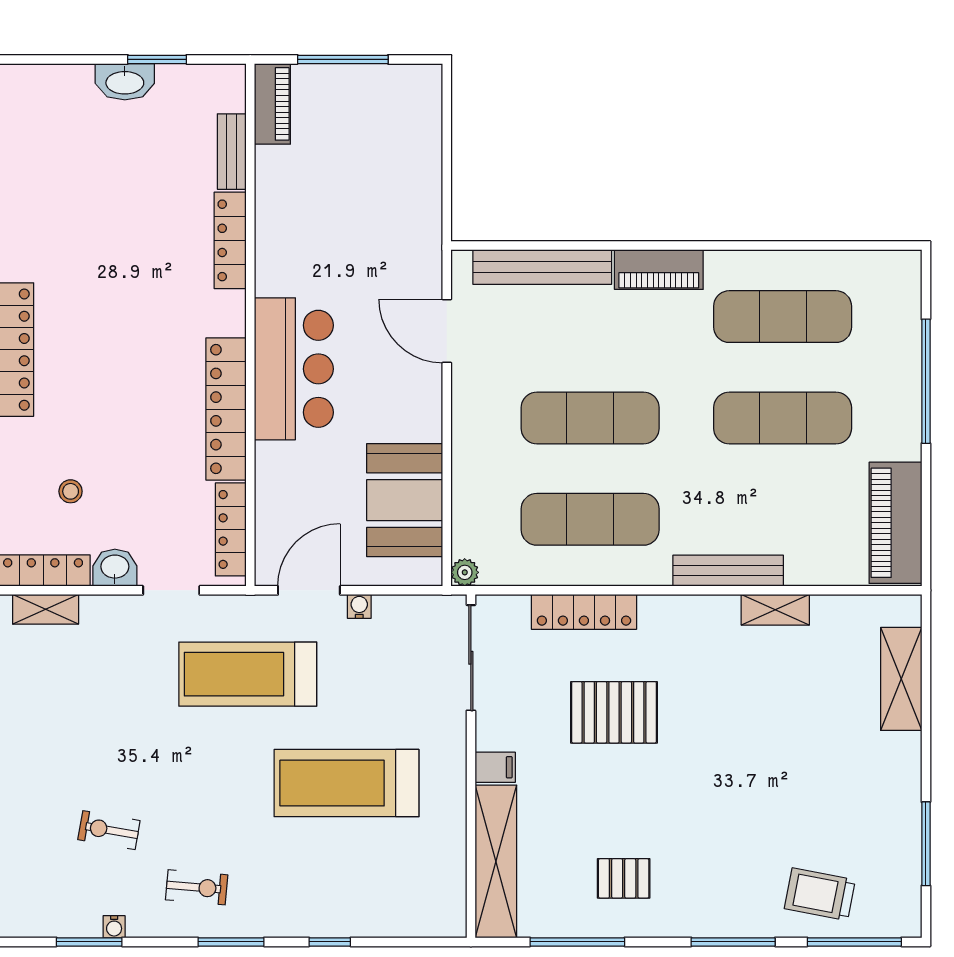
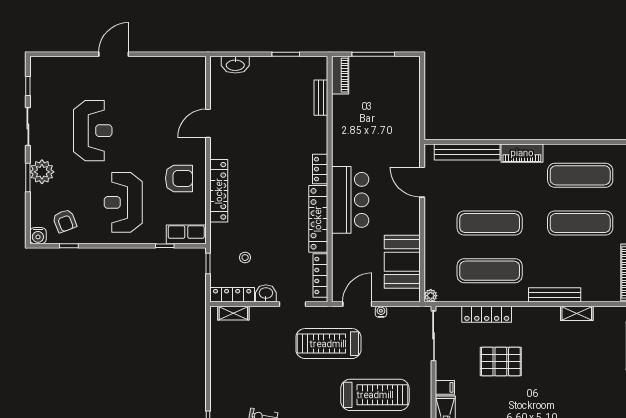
washbasin: (125, 82) -> (235, 65), moved
locker: (230, 240) -> (320, 169), moved, width x0.66
treadmill: (347, 783) -> (375, 395), turned 180

